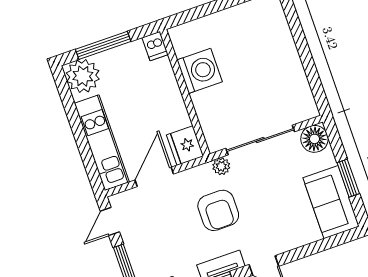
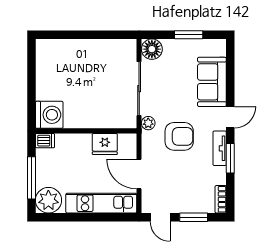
washing machine: (200, 71) -> (49, 115), moved, turned 90
fridge: (185, 146) -> (105, 144), moved
sofa: (331, 202) -> (212, 82), moved, turned 90

